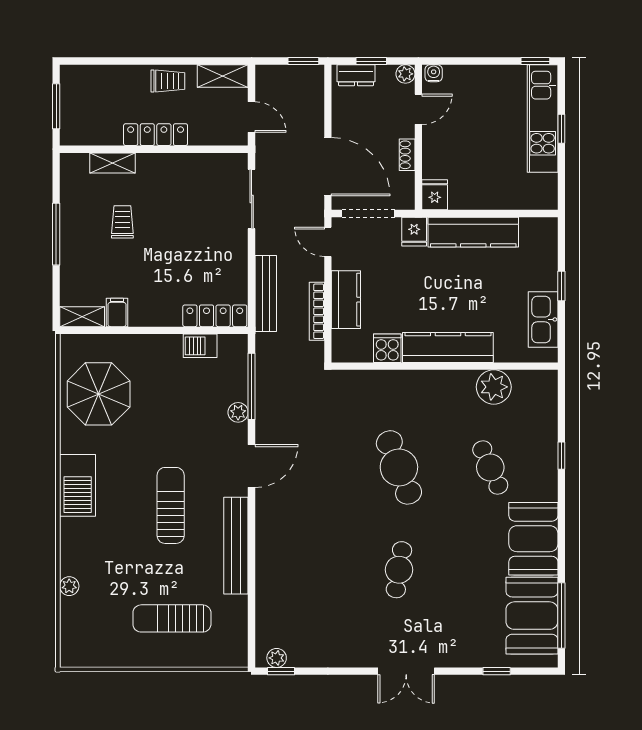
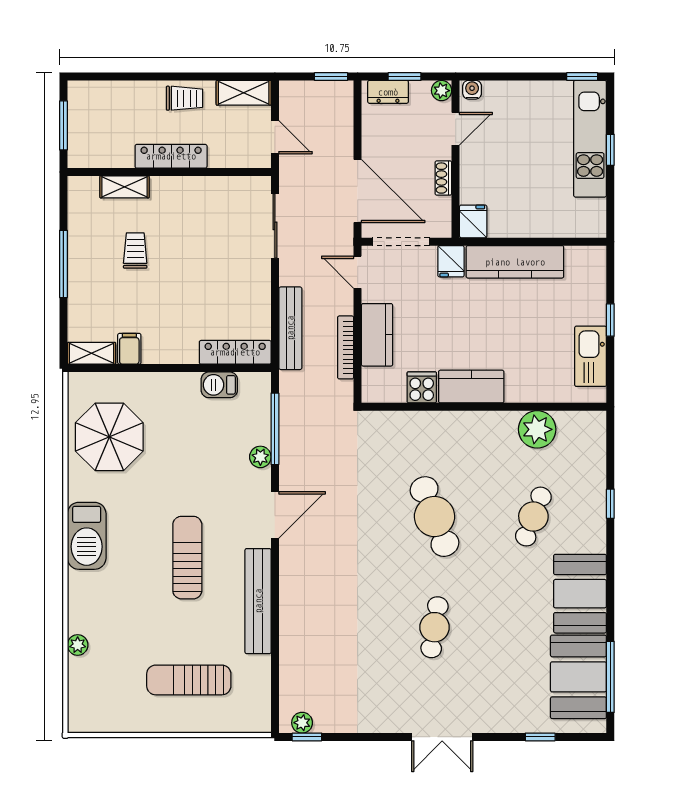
kitchen counter: (448, 347) -> (471, 387), width x0.67
cafe table: (490, 467) -> (533, 517), turned 45

